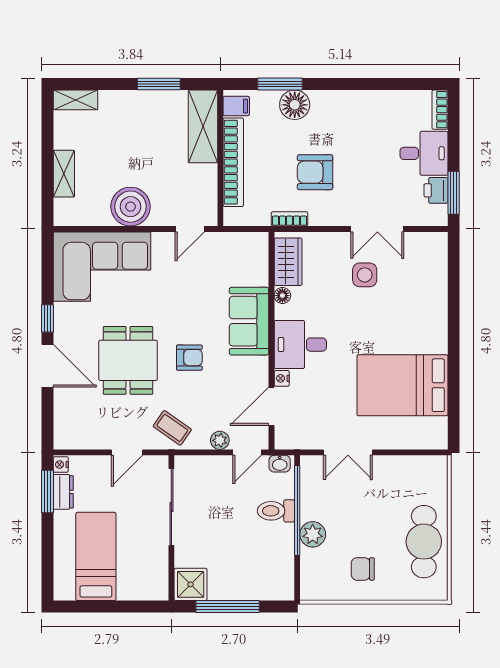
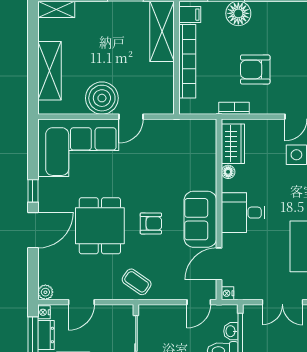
shelving: (64, 174) -> (49, 71), width x1.50, depth x1.33
door: (190, 229) -> (131, 117), moved
sofa: (249, 321) -> (200, 219), moved
door: (47, 366) -> (33, 230), hinge flipped
nightstand: (282, 378) -> (228, 293), moved
plant: (220, 440) -> (45, 292), moved
door: (127, 452) -> (81, 302), moved
washbasin: (280, 464) -> (231, 331), moved, turned 90

